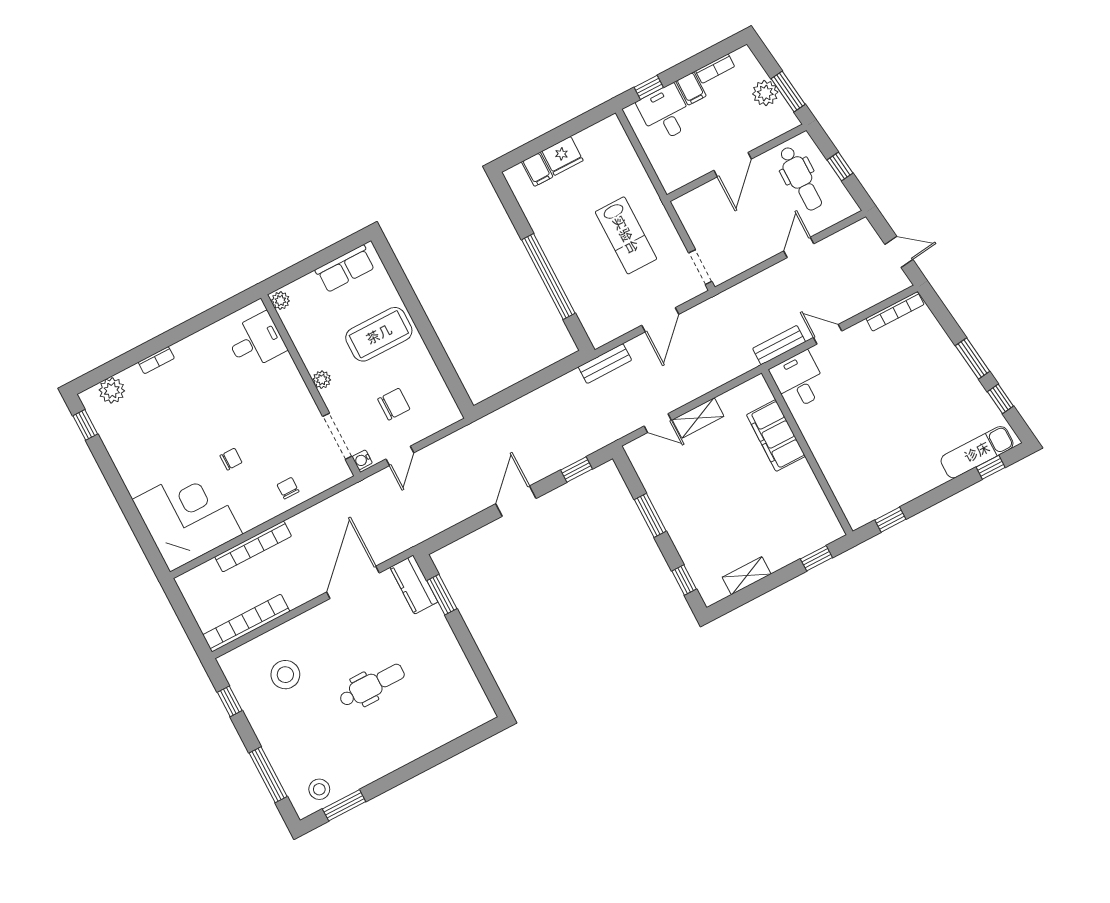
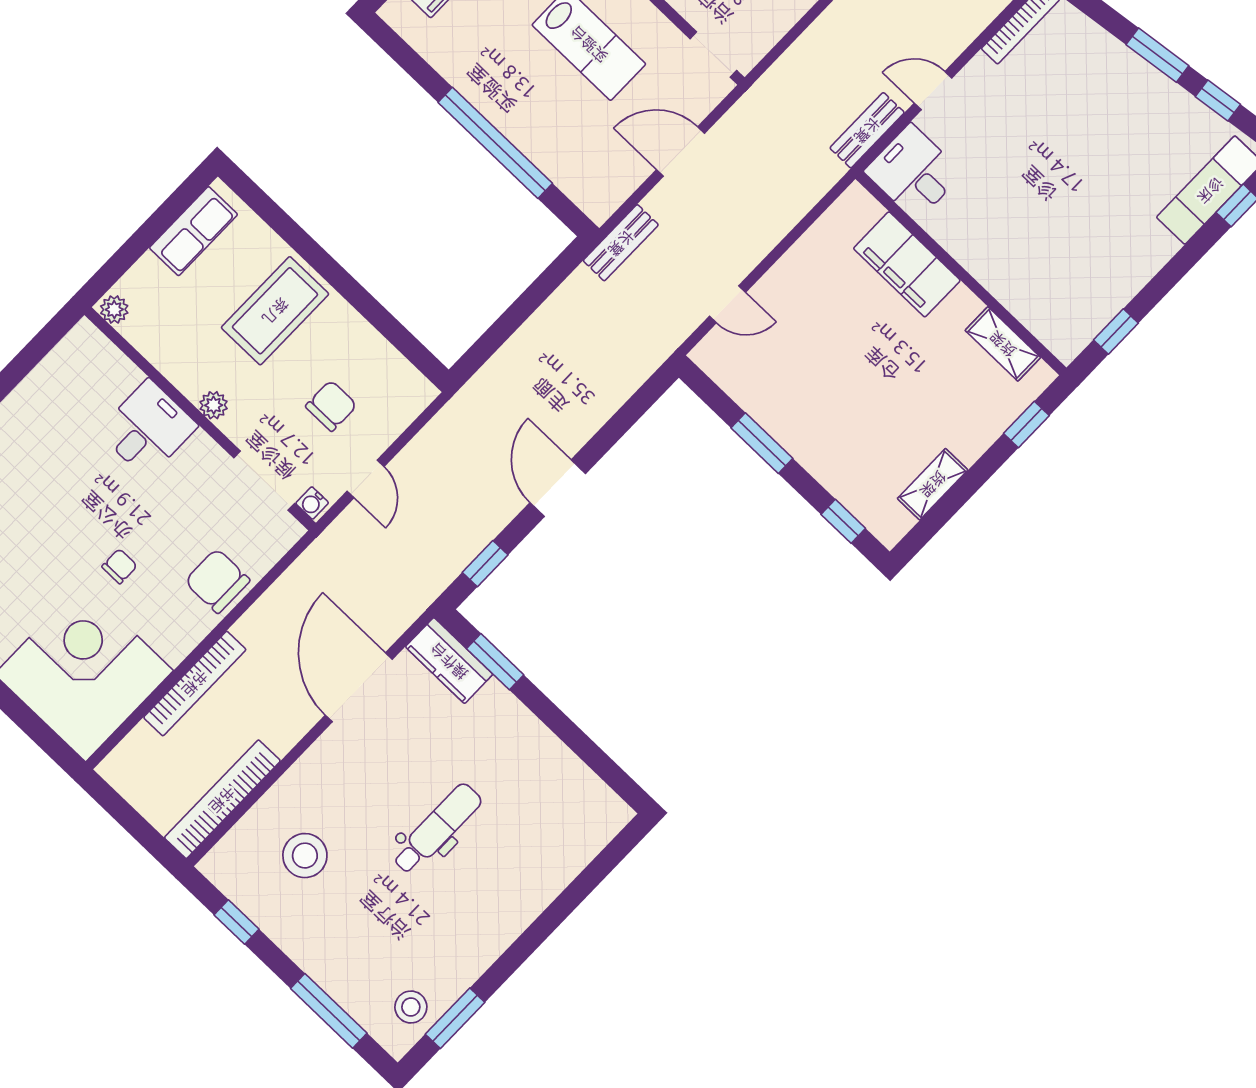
door: (660, 320) -> (680, 151), swing flipped
desk: (256, 341) -> (148, 429), moved
shelving: (698, 418) -> (1003, 344), moved, turned 90
window: (576, 469) -> (485, 564), moved
chair: (288, 488) -> (217, 581), width x1.87, depth x1.87

